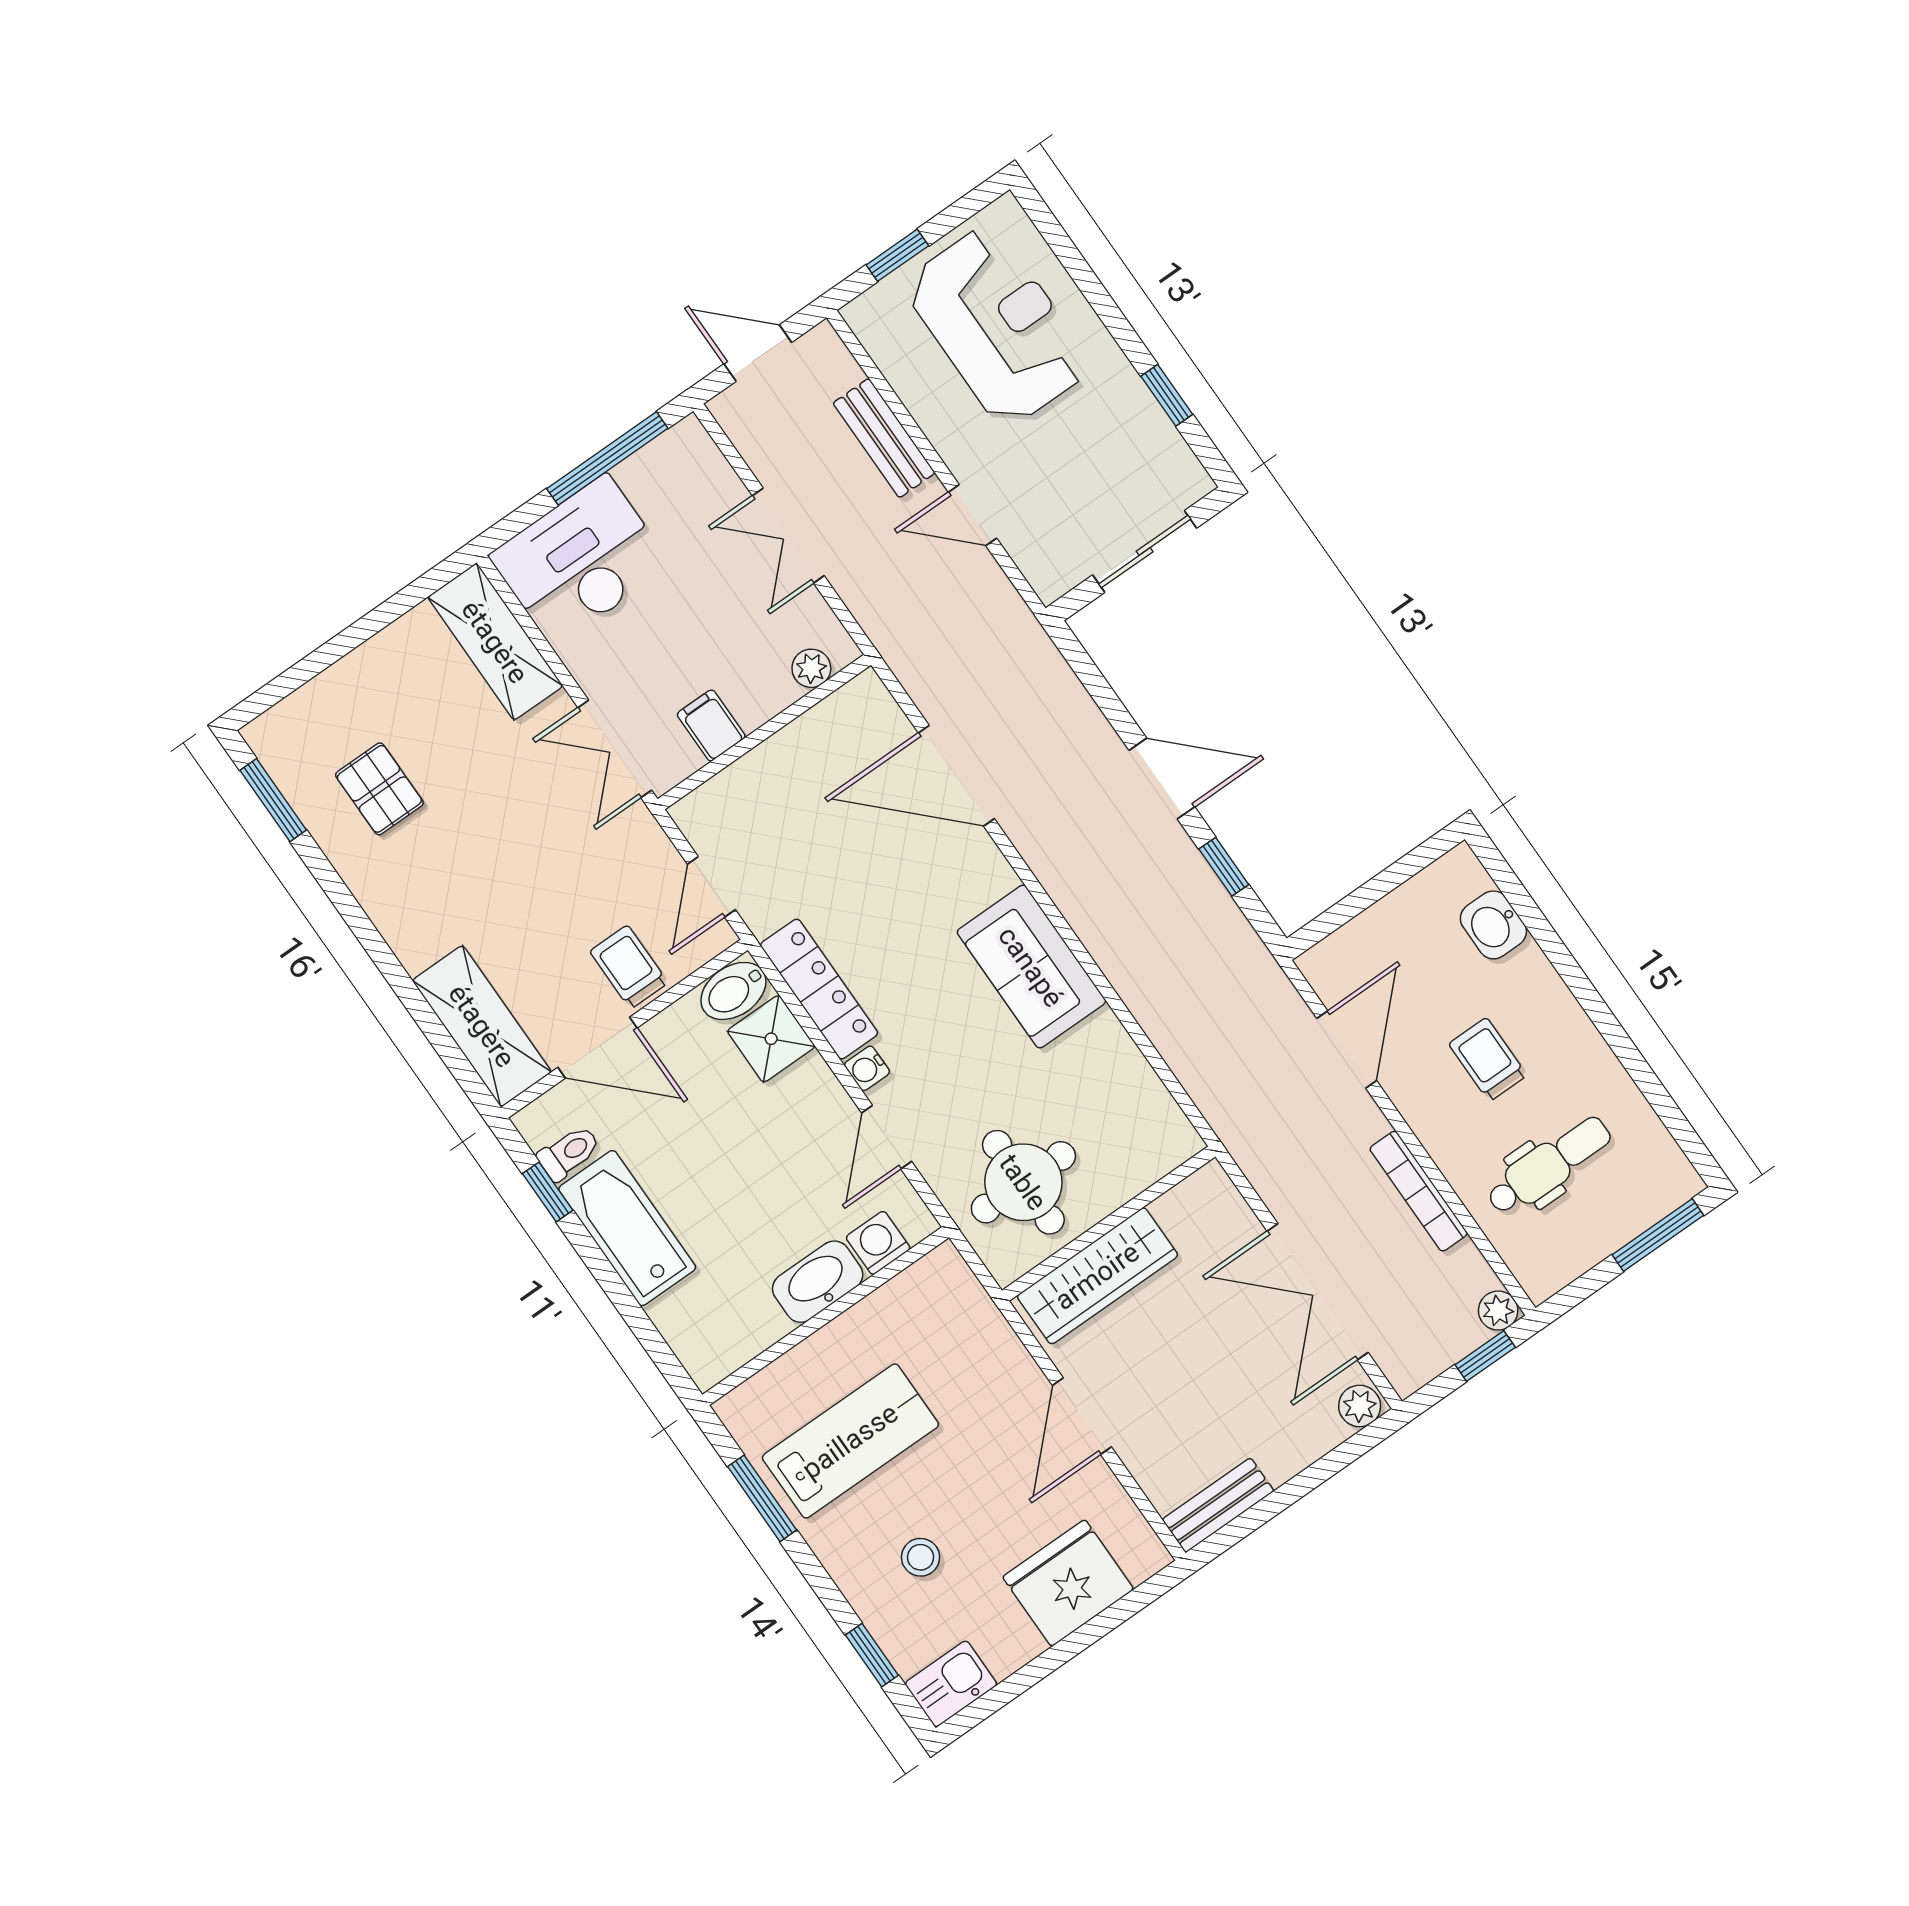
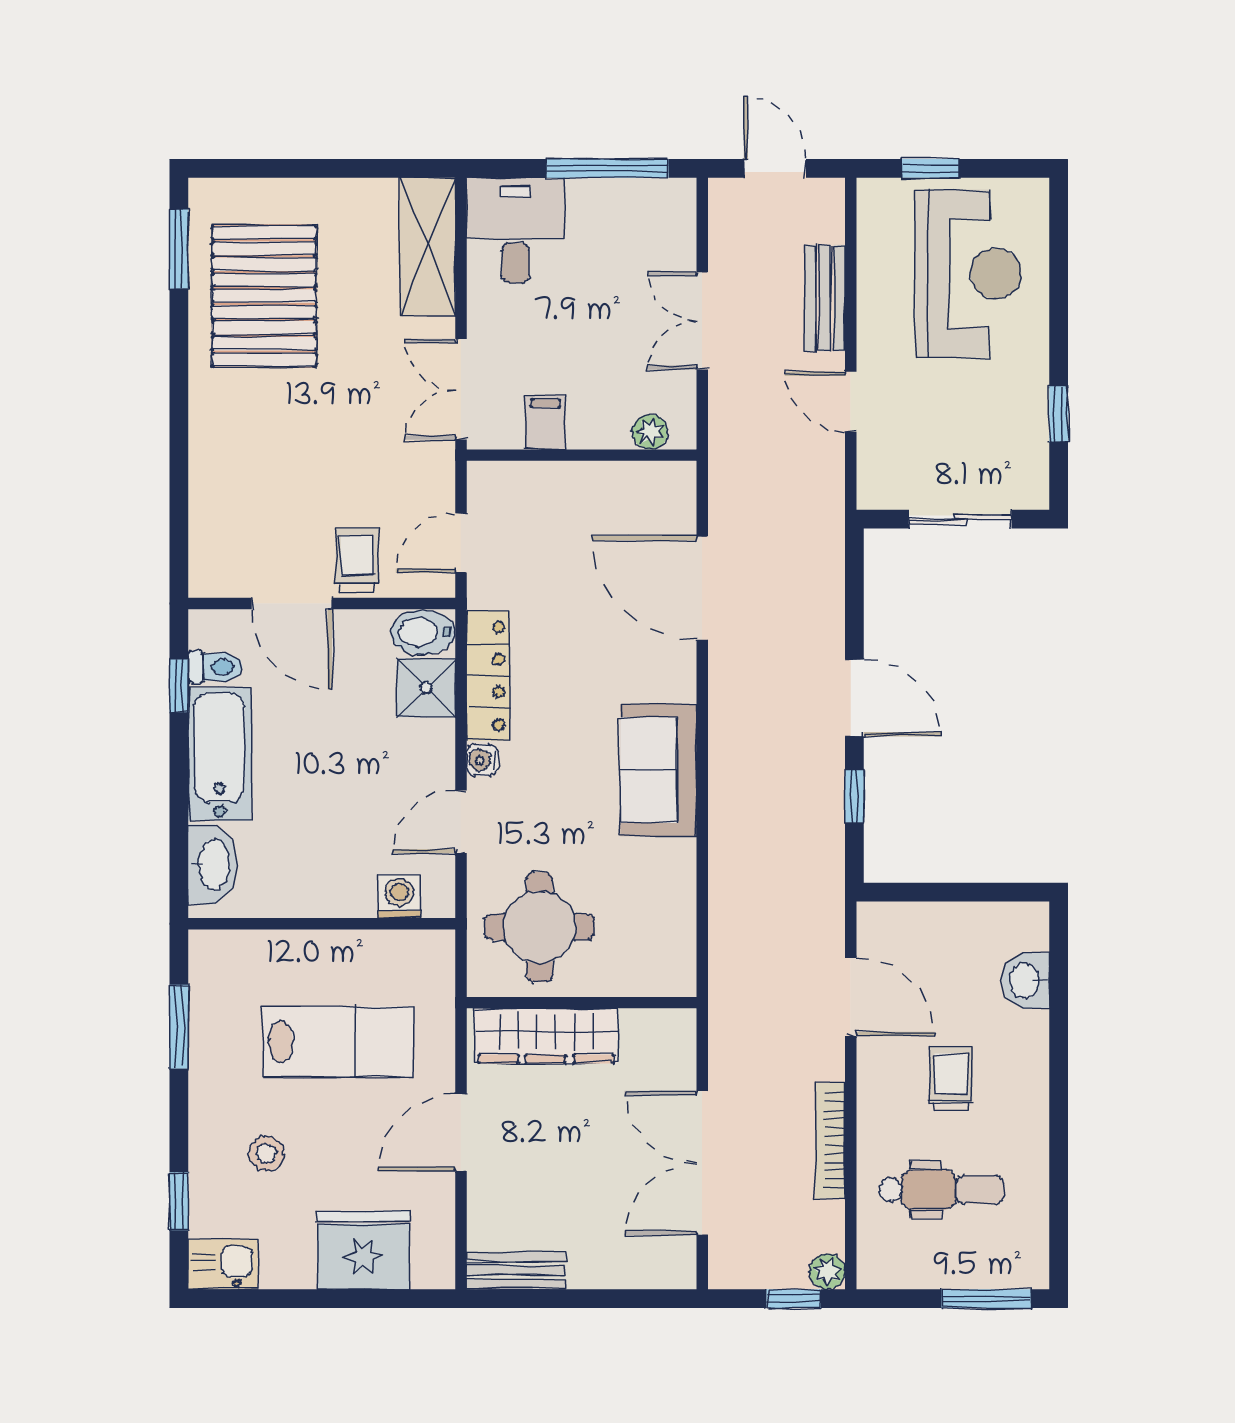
desk: (580, 560) -> (515, 230), width x0.73
pallet: (379, 789) -> (264, 296), width x2.05, depth x2.00
shelving: (482, 1026) -> (217, 527), removed
door: (1347, 1049) -> (851, 997), hinge flipped
washbasin: (818, 1282) -> (213, 864), moved, turned 90
plant: (1360, 1406) -> (674, 1270), removed
lab bench: (850, 1441) -> (338, 1042), moved

